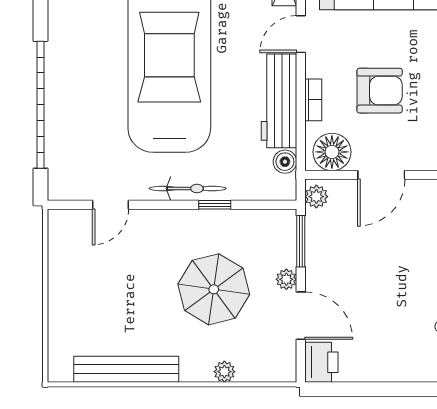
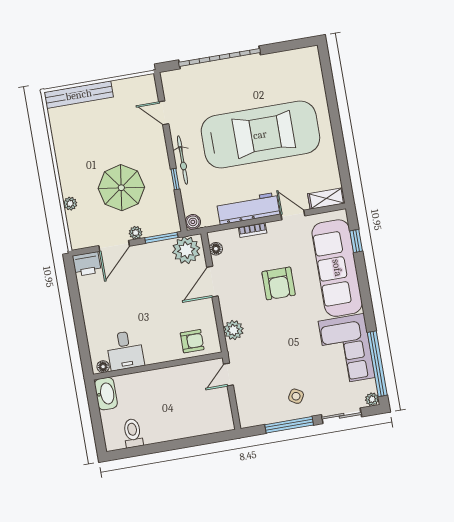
armchair: (380, 91) -> (279, 283), moved
floor lamp: (332, 152) -> (216, 249), width x0.53, depth x0.53
boiler: (285, 162) -> (193, 222), moved
door: (381, 175) -> (212, 282), hinge flipped
plant: (316, 197) -> (186, 250), width x1.88, depth x1.88
bench: (126, 369) -> (79, 95), moved, turned 90

